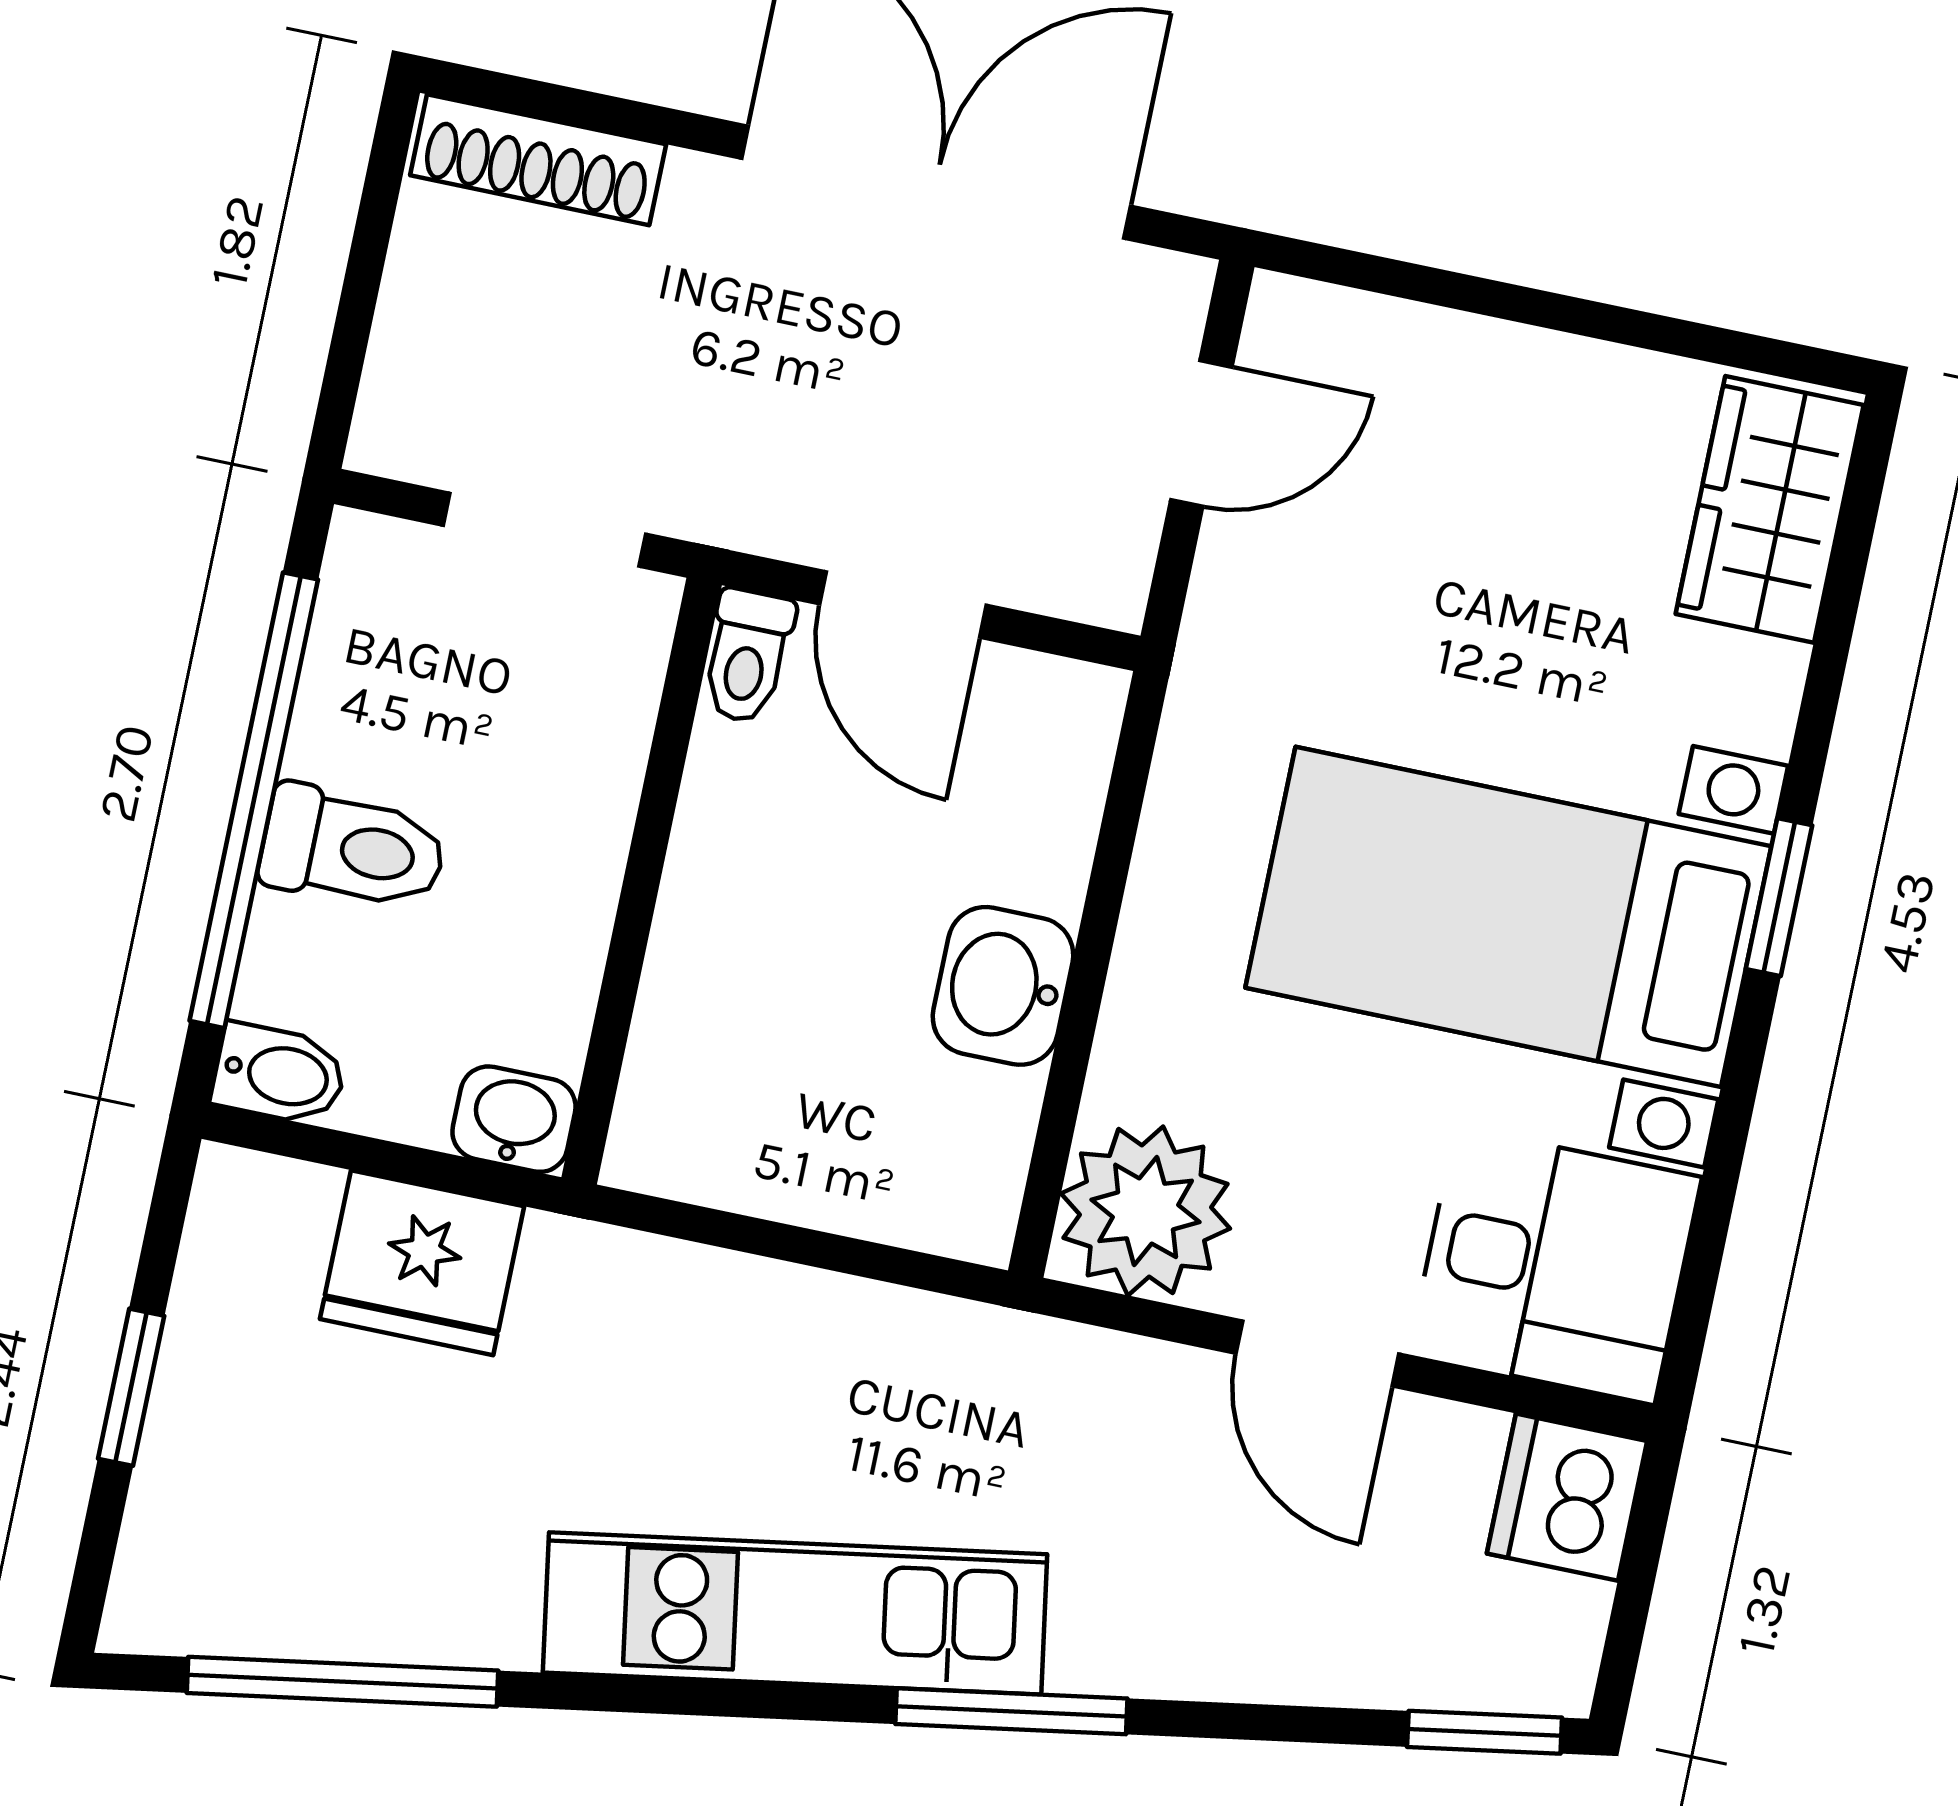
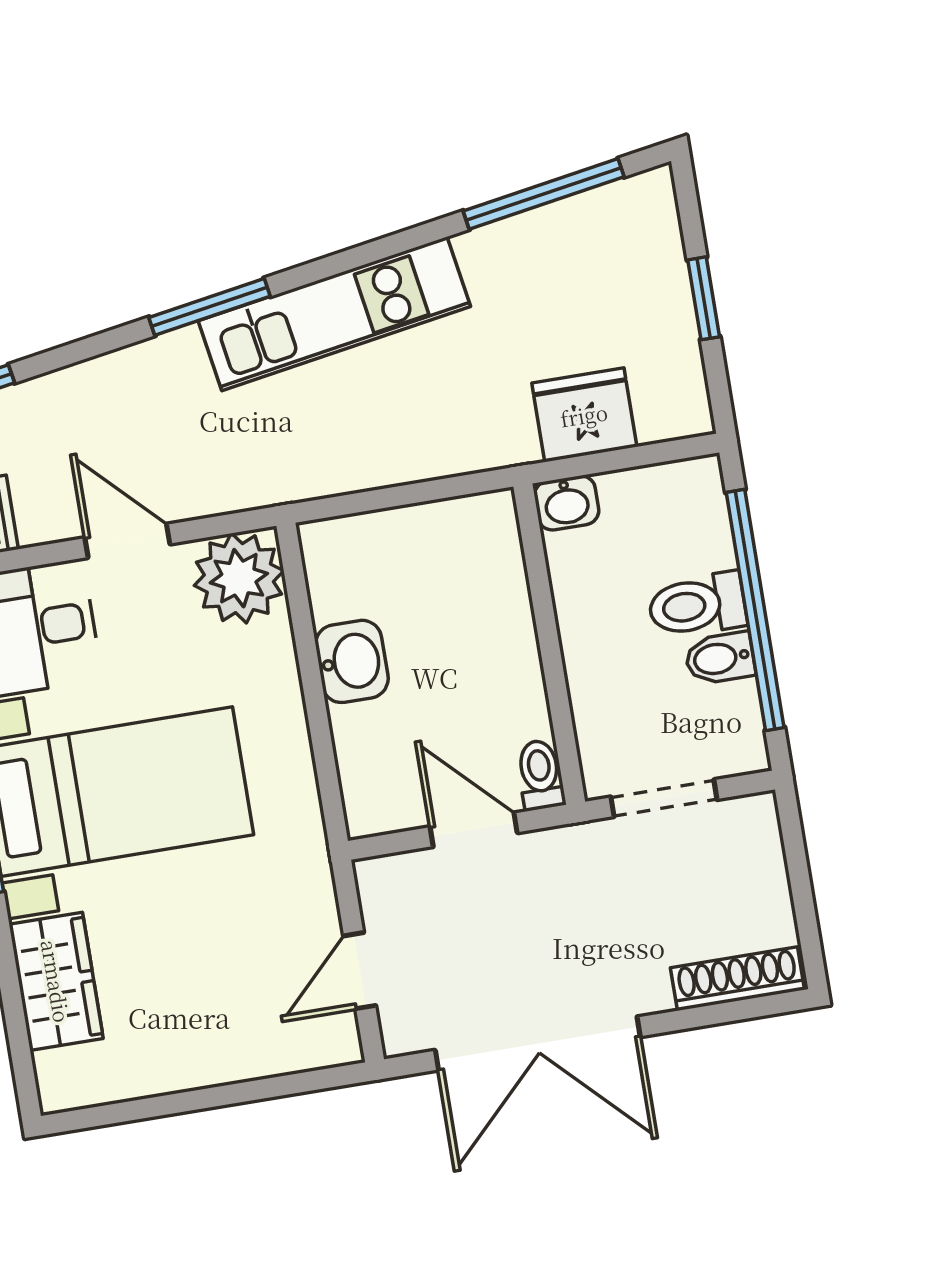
wardrobe: (1770, 509) -> (56, 981), moved
bidet: (279, 1074) -> (720, 658), moved

